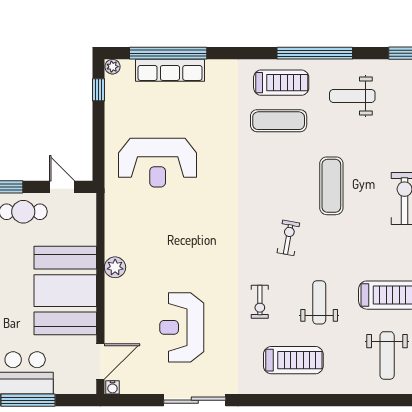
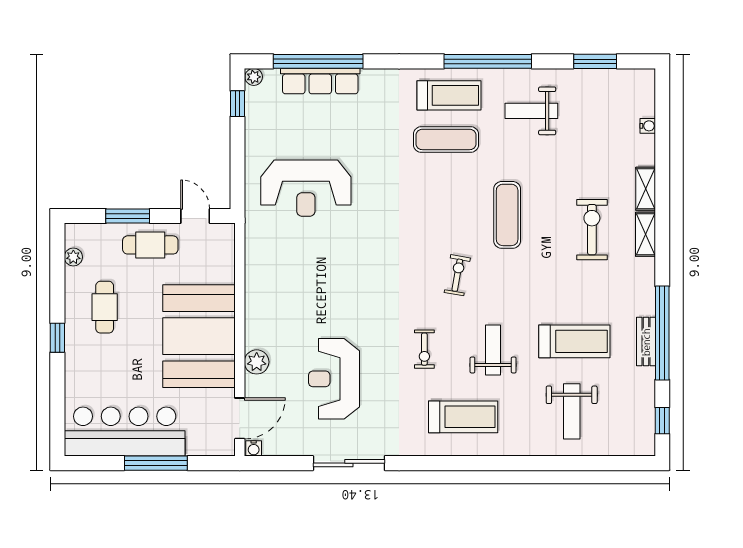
plant: (115, 267) -> (257, 362), moved

